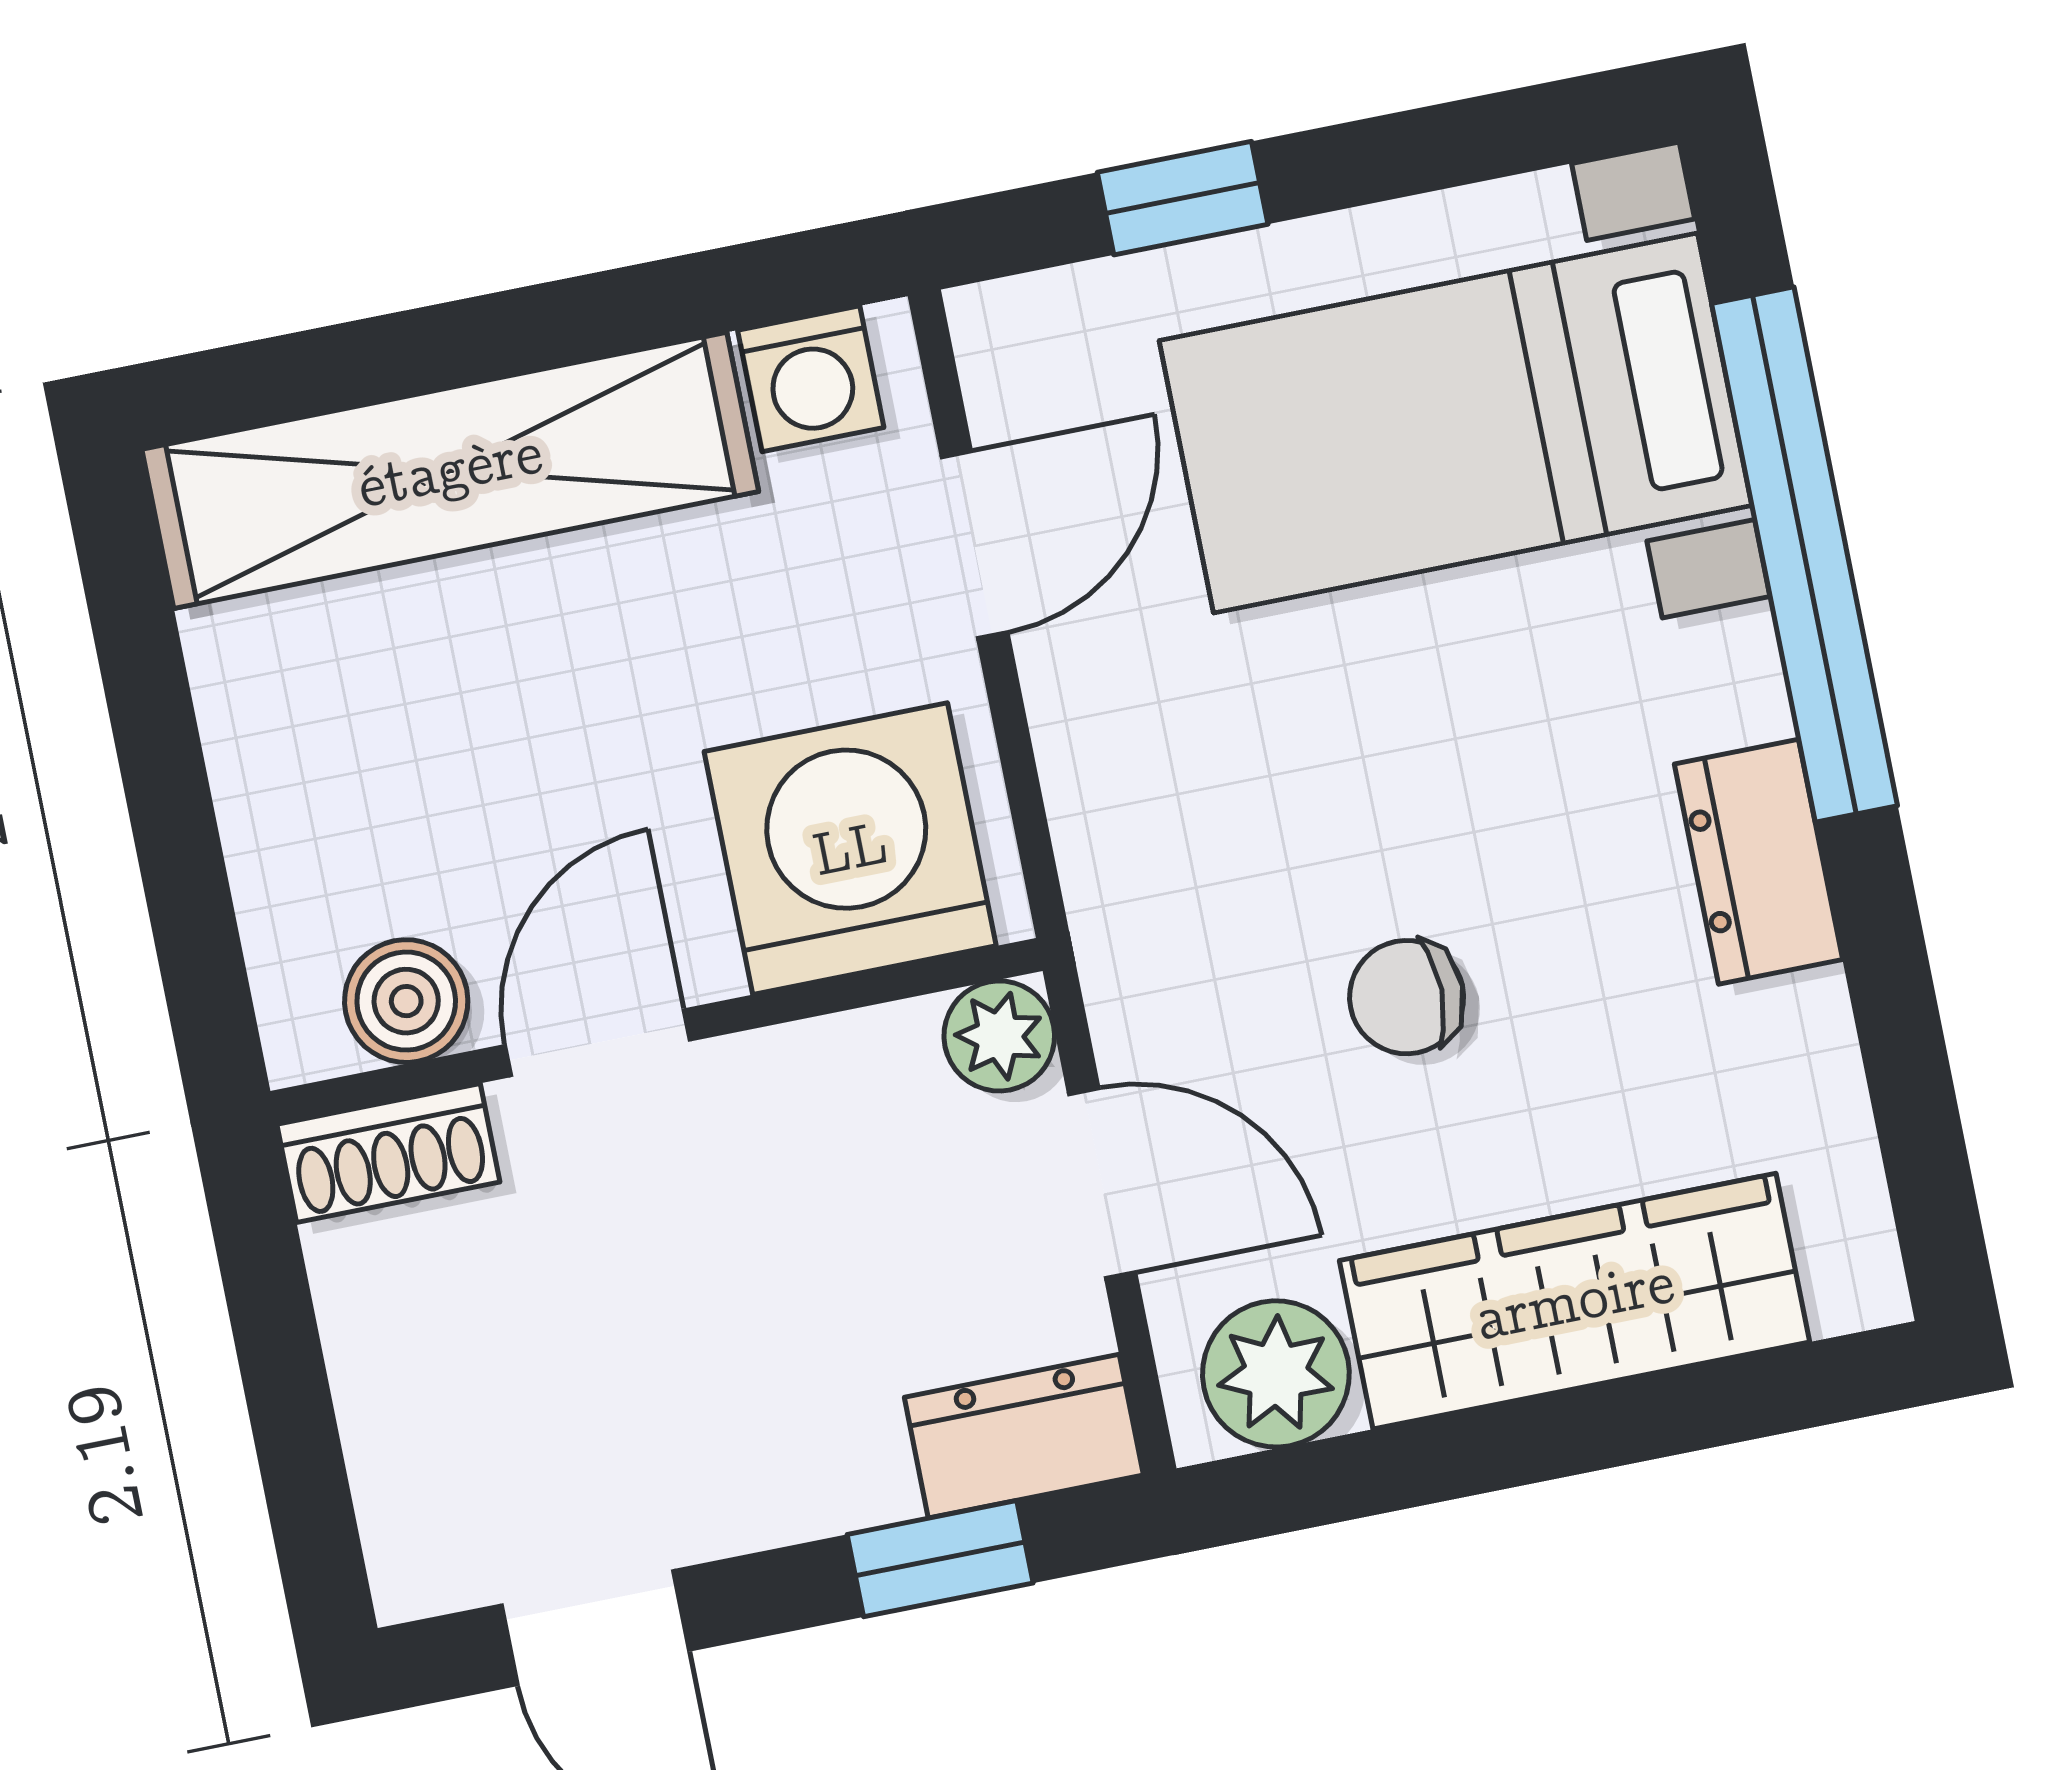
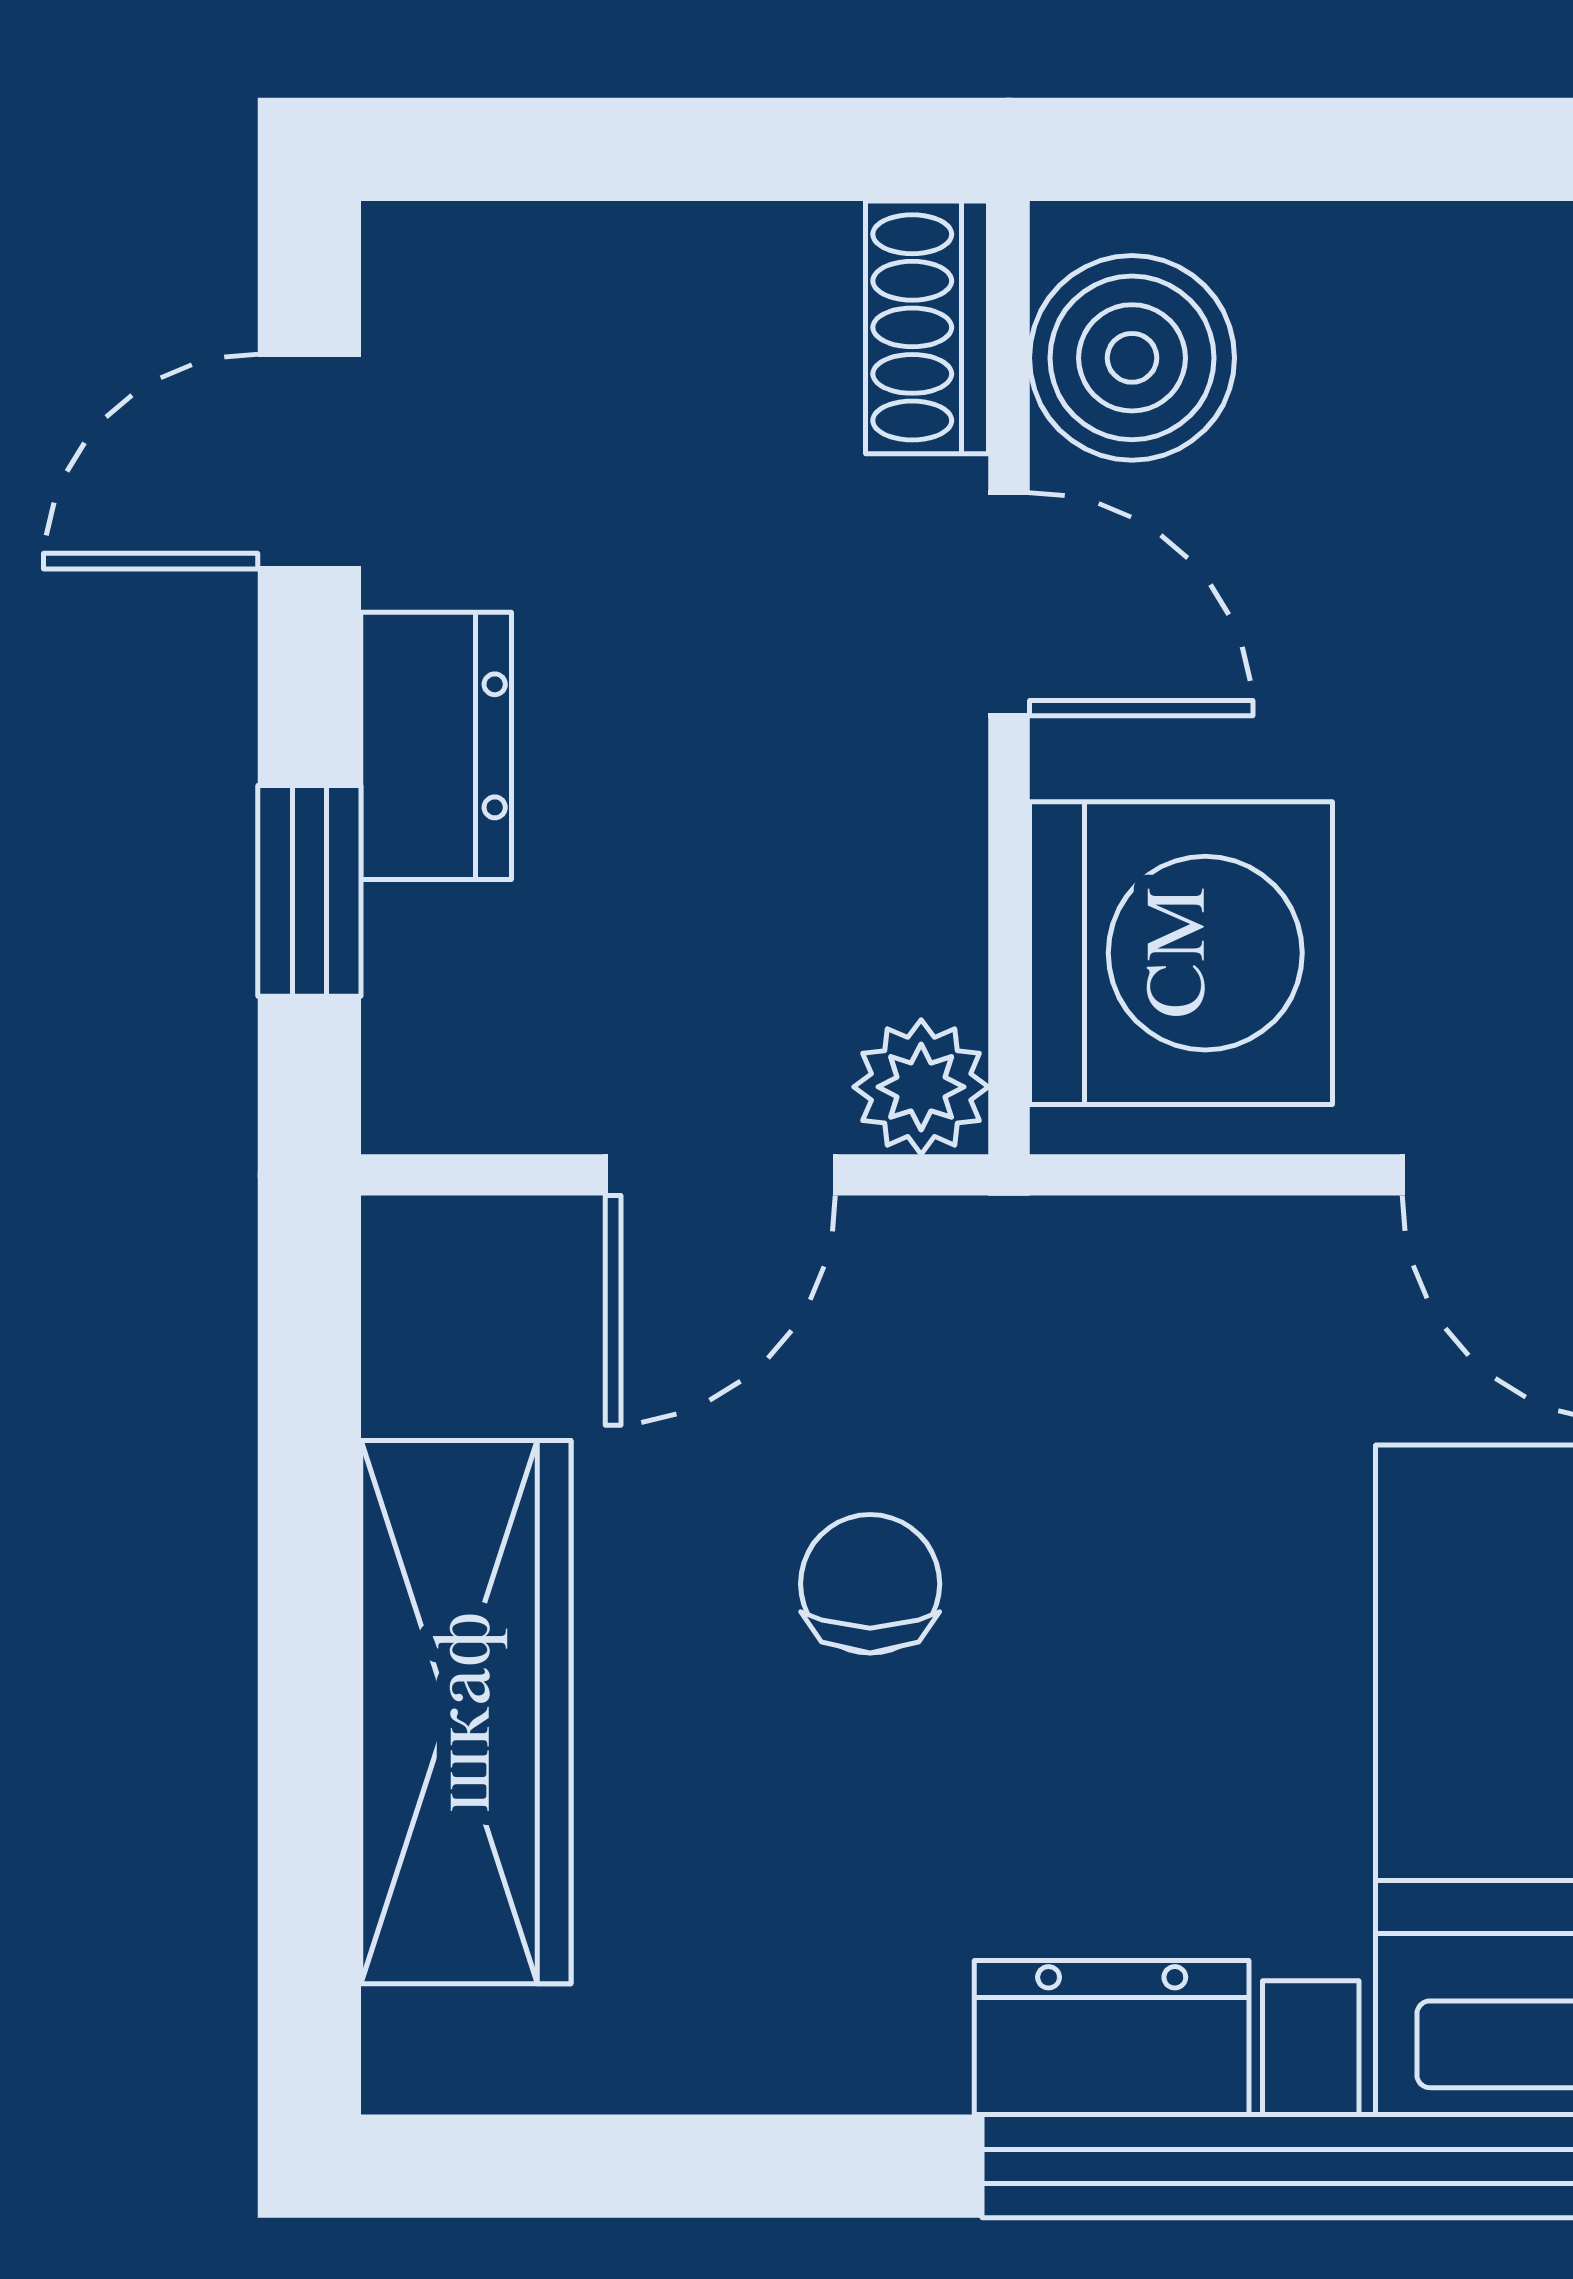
dresser: (1758, 862) -> (1112, 2038), moved
boiler: (406, 1001) -> (1132, 358), width x1.36, depth x1.36
plant: (1276, 1374) -> (450, 1337), removed
dresser: (1024, 1436) -> (436, 746), moved

